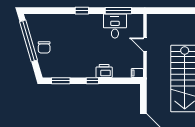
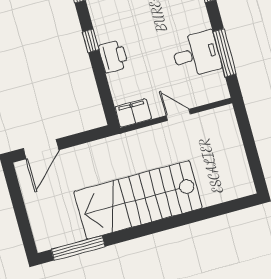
door: (145, 45) -> (178, 115), hinge flipped
filing cabinet: (137, 73) -> (133, 113), width x2.00

